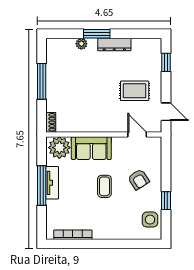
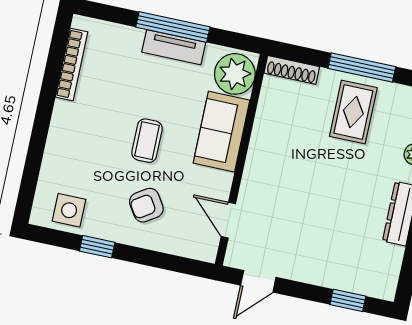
rug: (135, 91) -> (353, 112), moved
shoe rack: (51, 122) -> (292, 70), width x1.43
door: (137, 134) -> (228, 220), swing flipped
coffee table: (104, 186) -> (147, 141), turned 90

